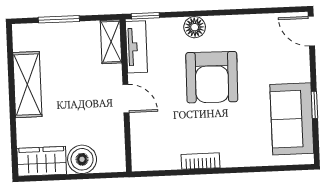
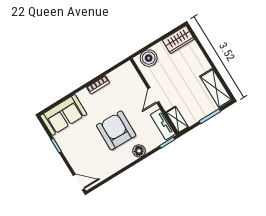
shelving: (27, 85) -> (216, 88), moved
door: (126, 99) -> (153, 95), hinge flipped
sofa: (292, 119) -> (63, 115), moved, turned 90
boiler: (82, 159) -> (149, 58), moved

